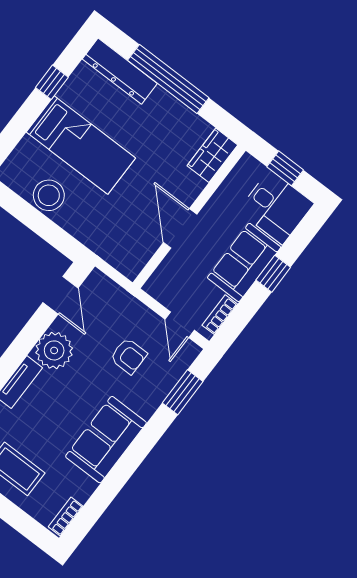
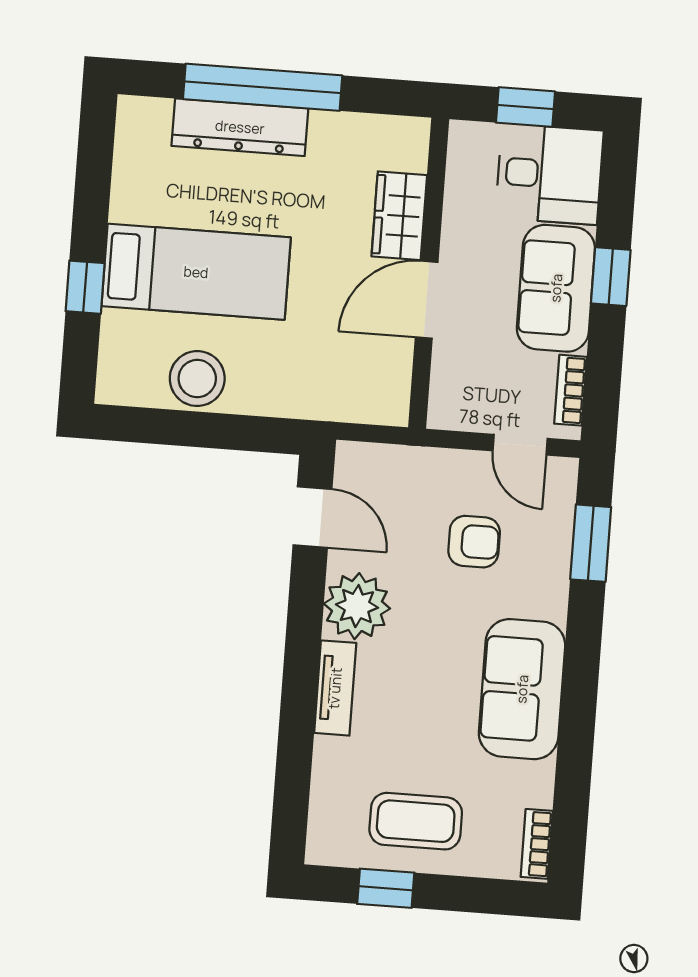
dresser: (120, 71) -> (240, 127), moved
window: (52, 82) -> (85, 287), moved
wardrobe: (212, 155) -> (399, 216), moved
door: (180, 228) -> (427, 300), hinge flipped

